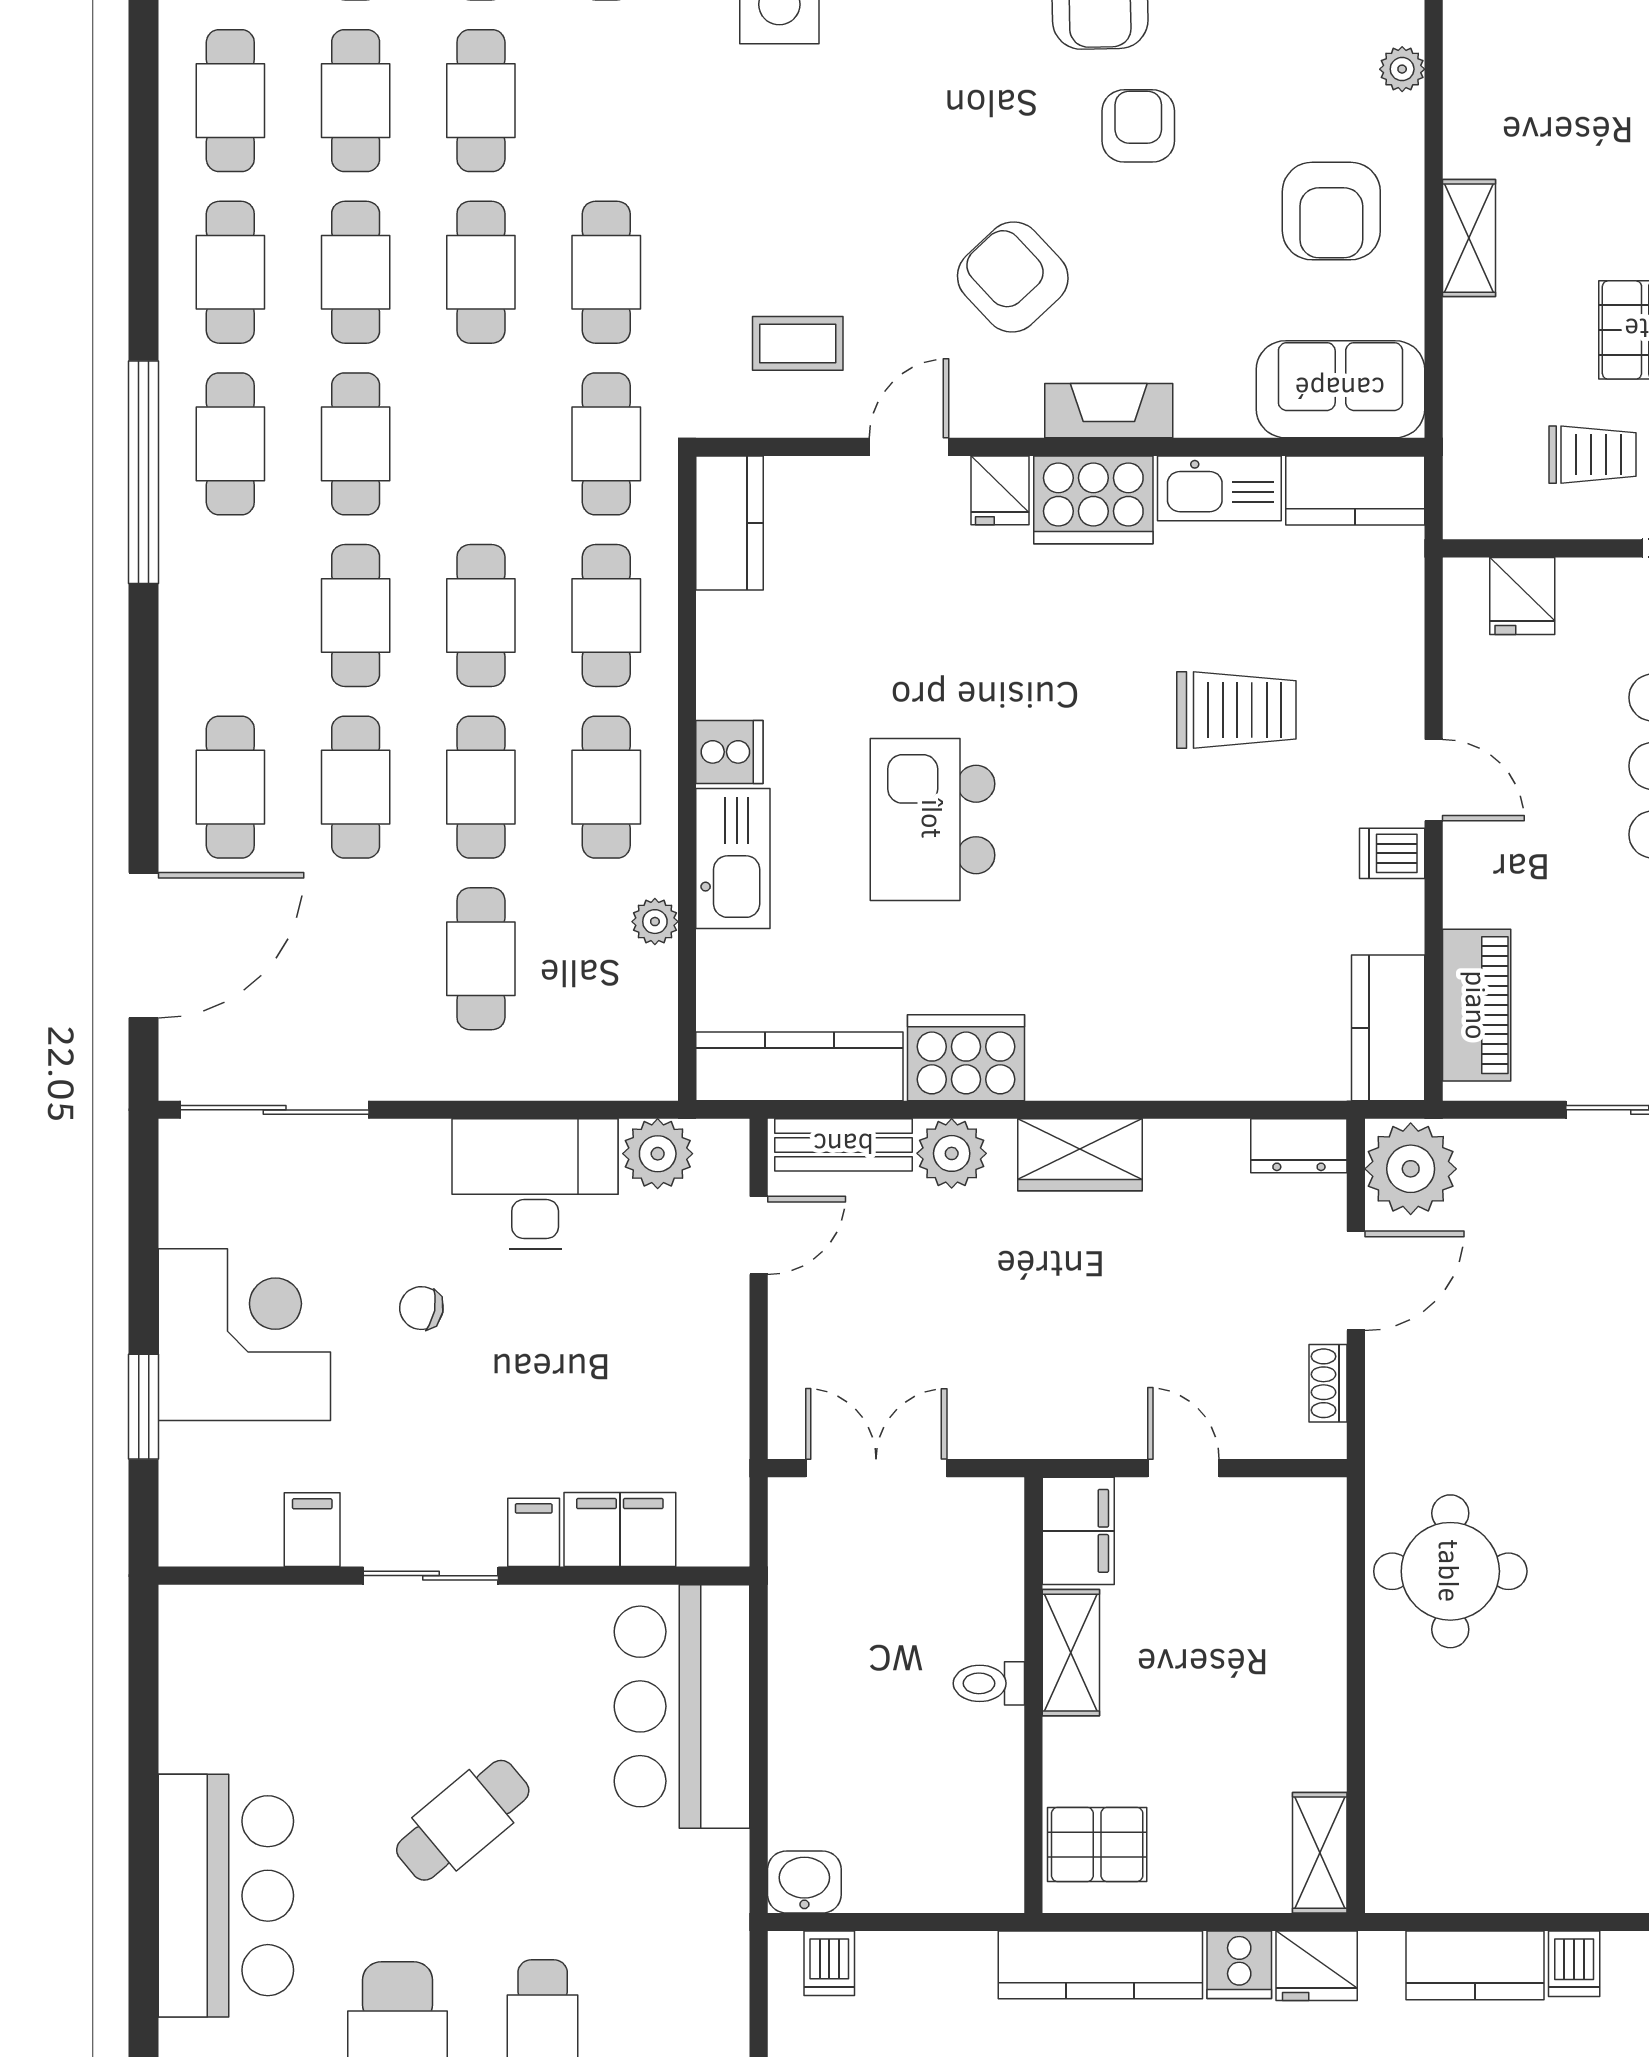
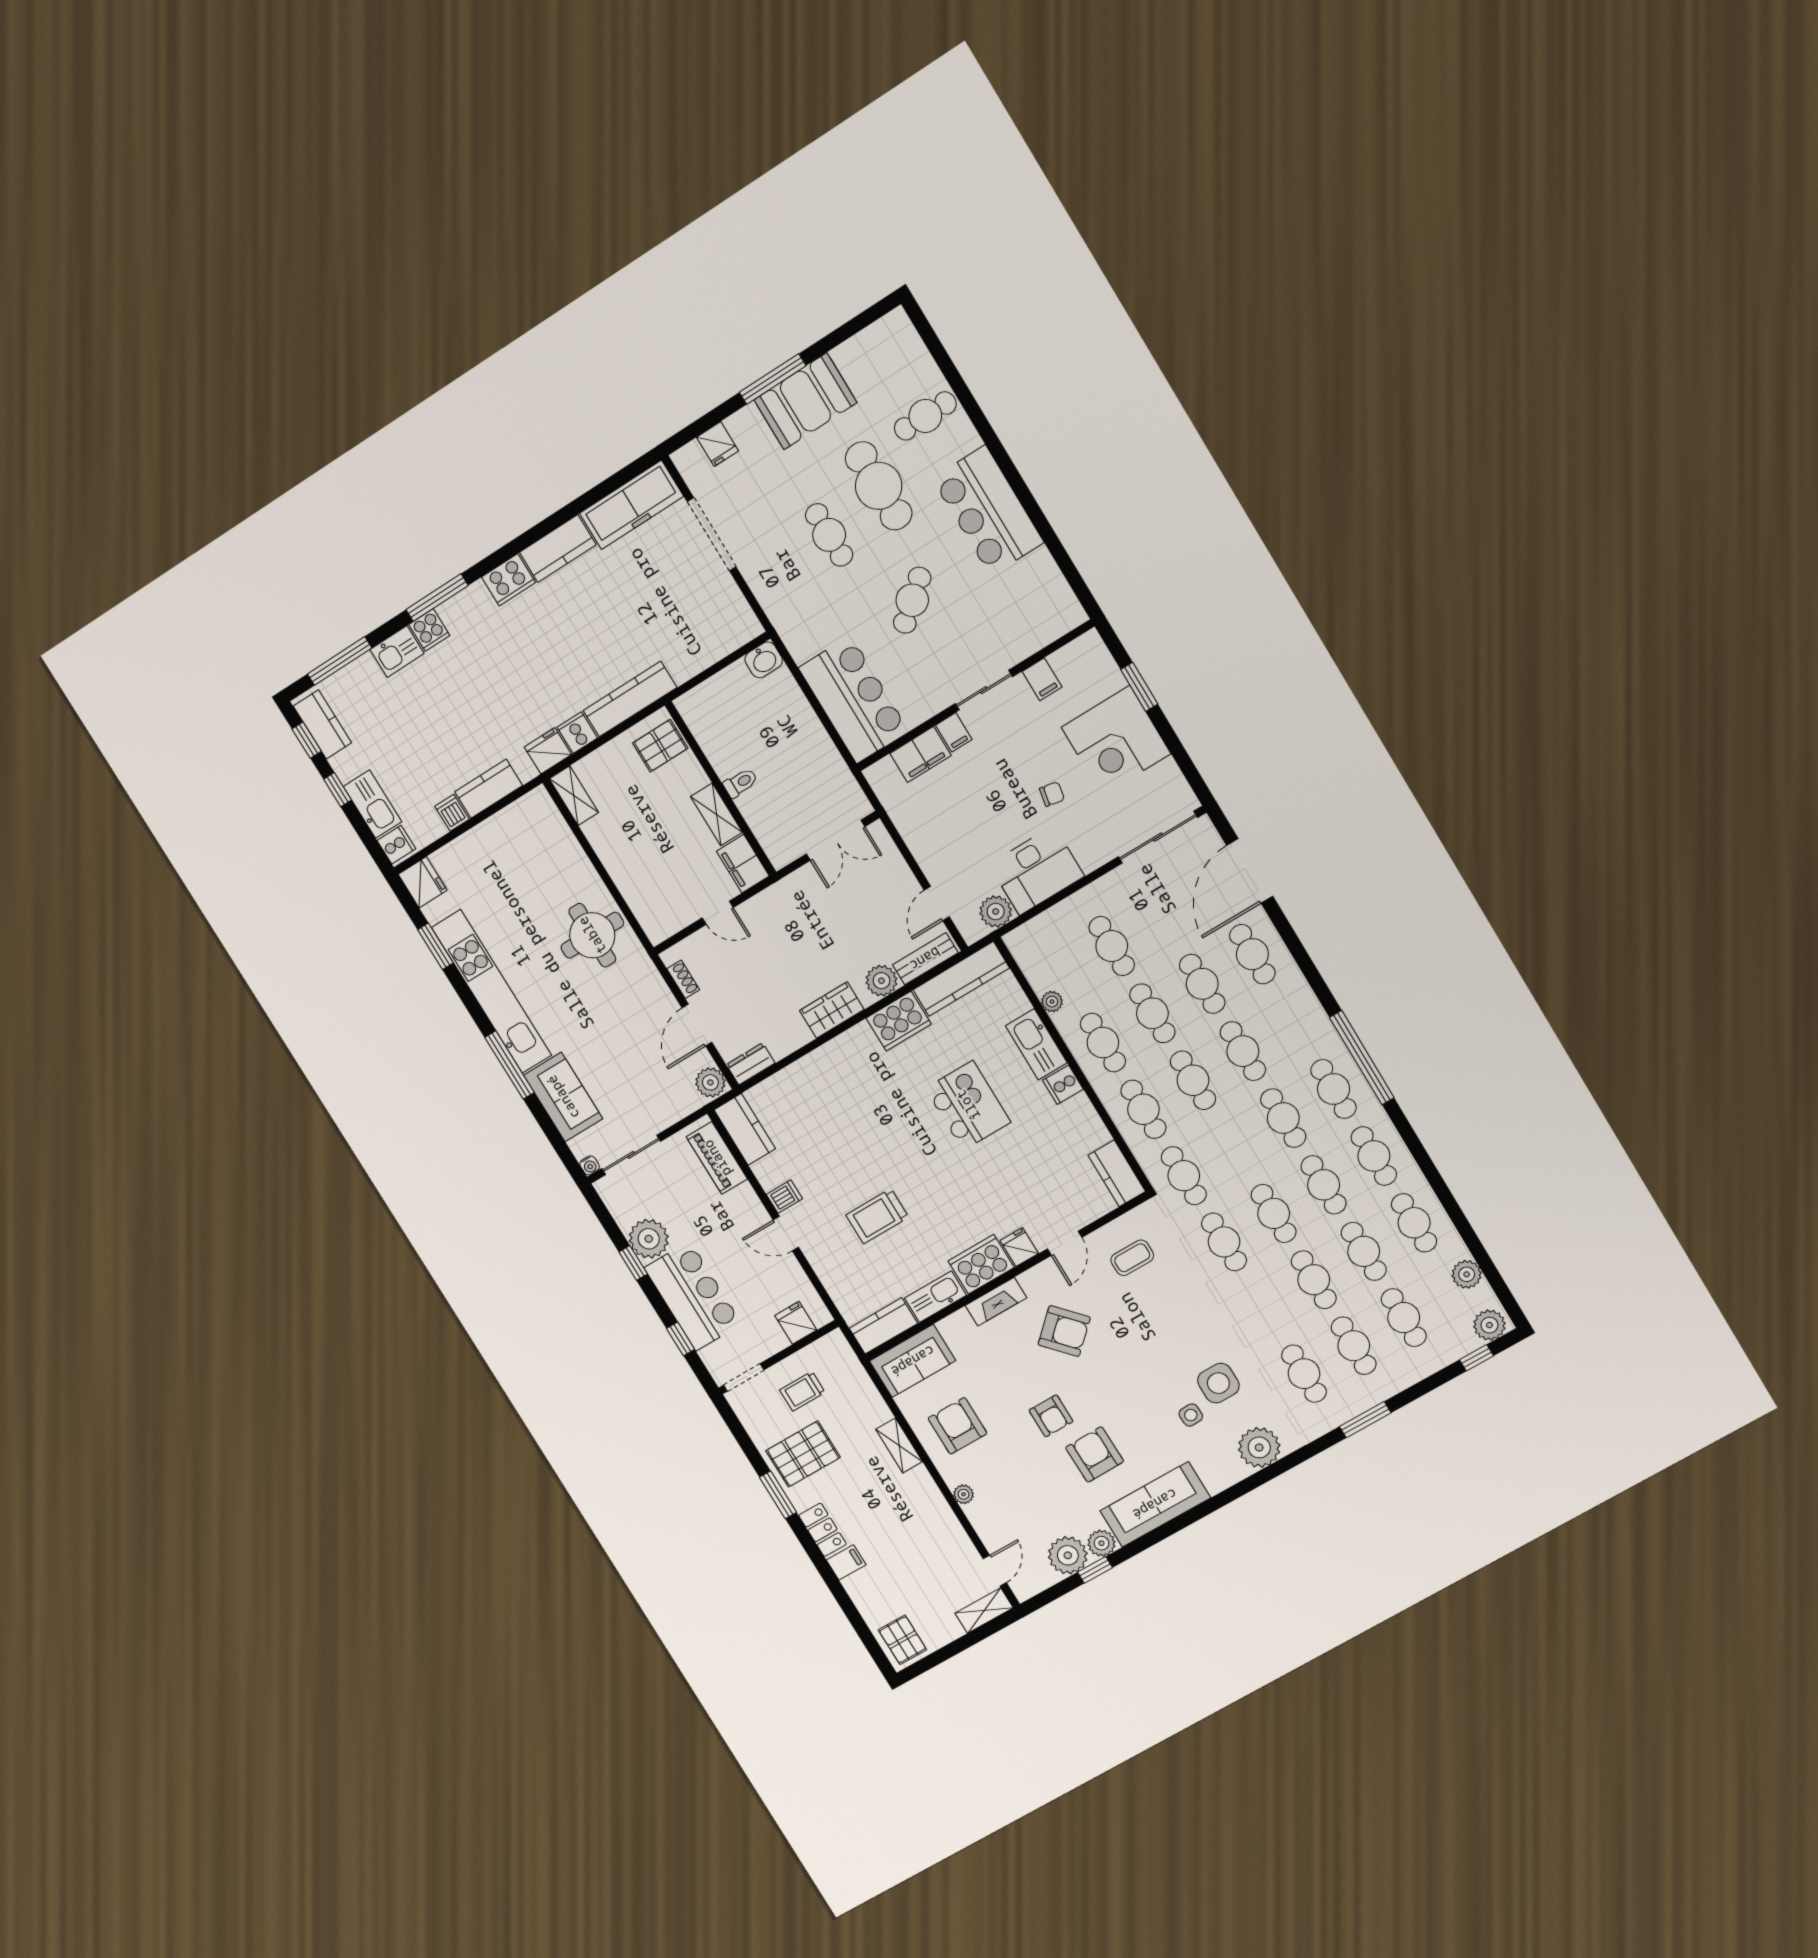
plant: (1411, 1169) -> (710, 1082), width x0.73, depth x0.73
dishwasher: (829, 1963) -> (734, 634), removed

